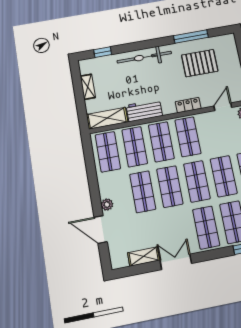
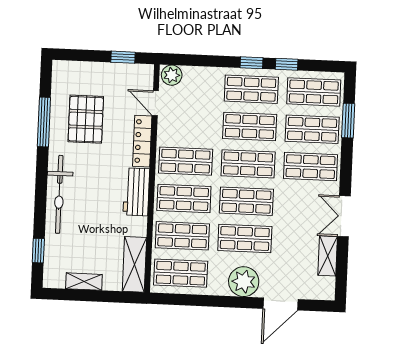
locker: (188, 105) -> (142, 141), width x1.53
workbench: (144, 110) -> (136, 192), moved
plant: (107, 205) -> (244, 282), width x1.88, depth x1.88

